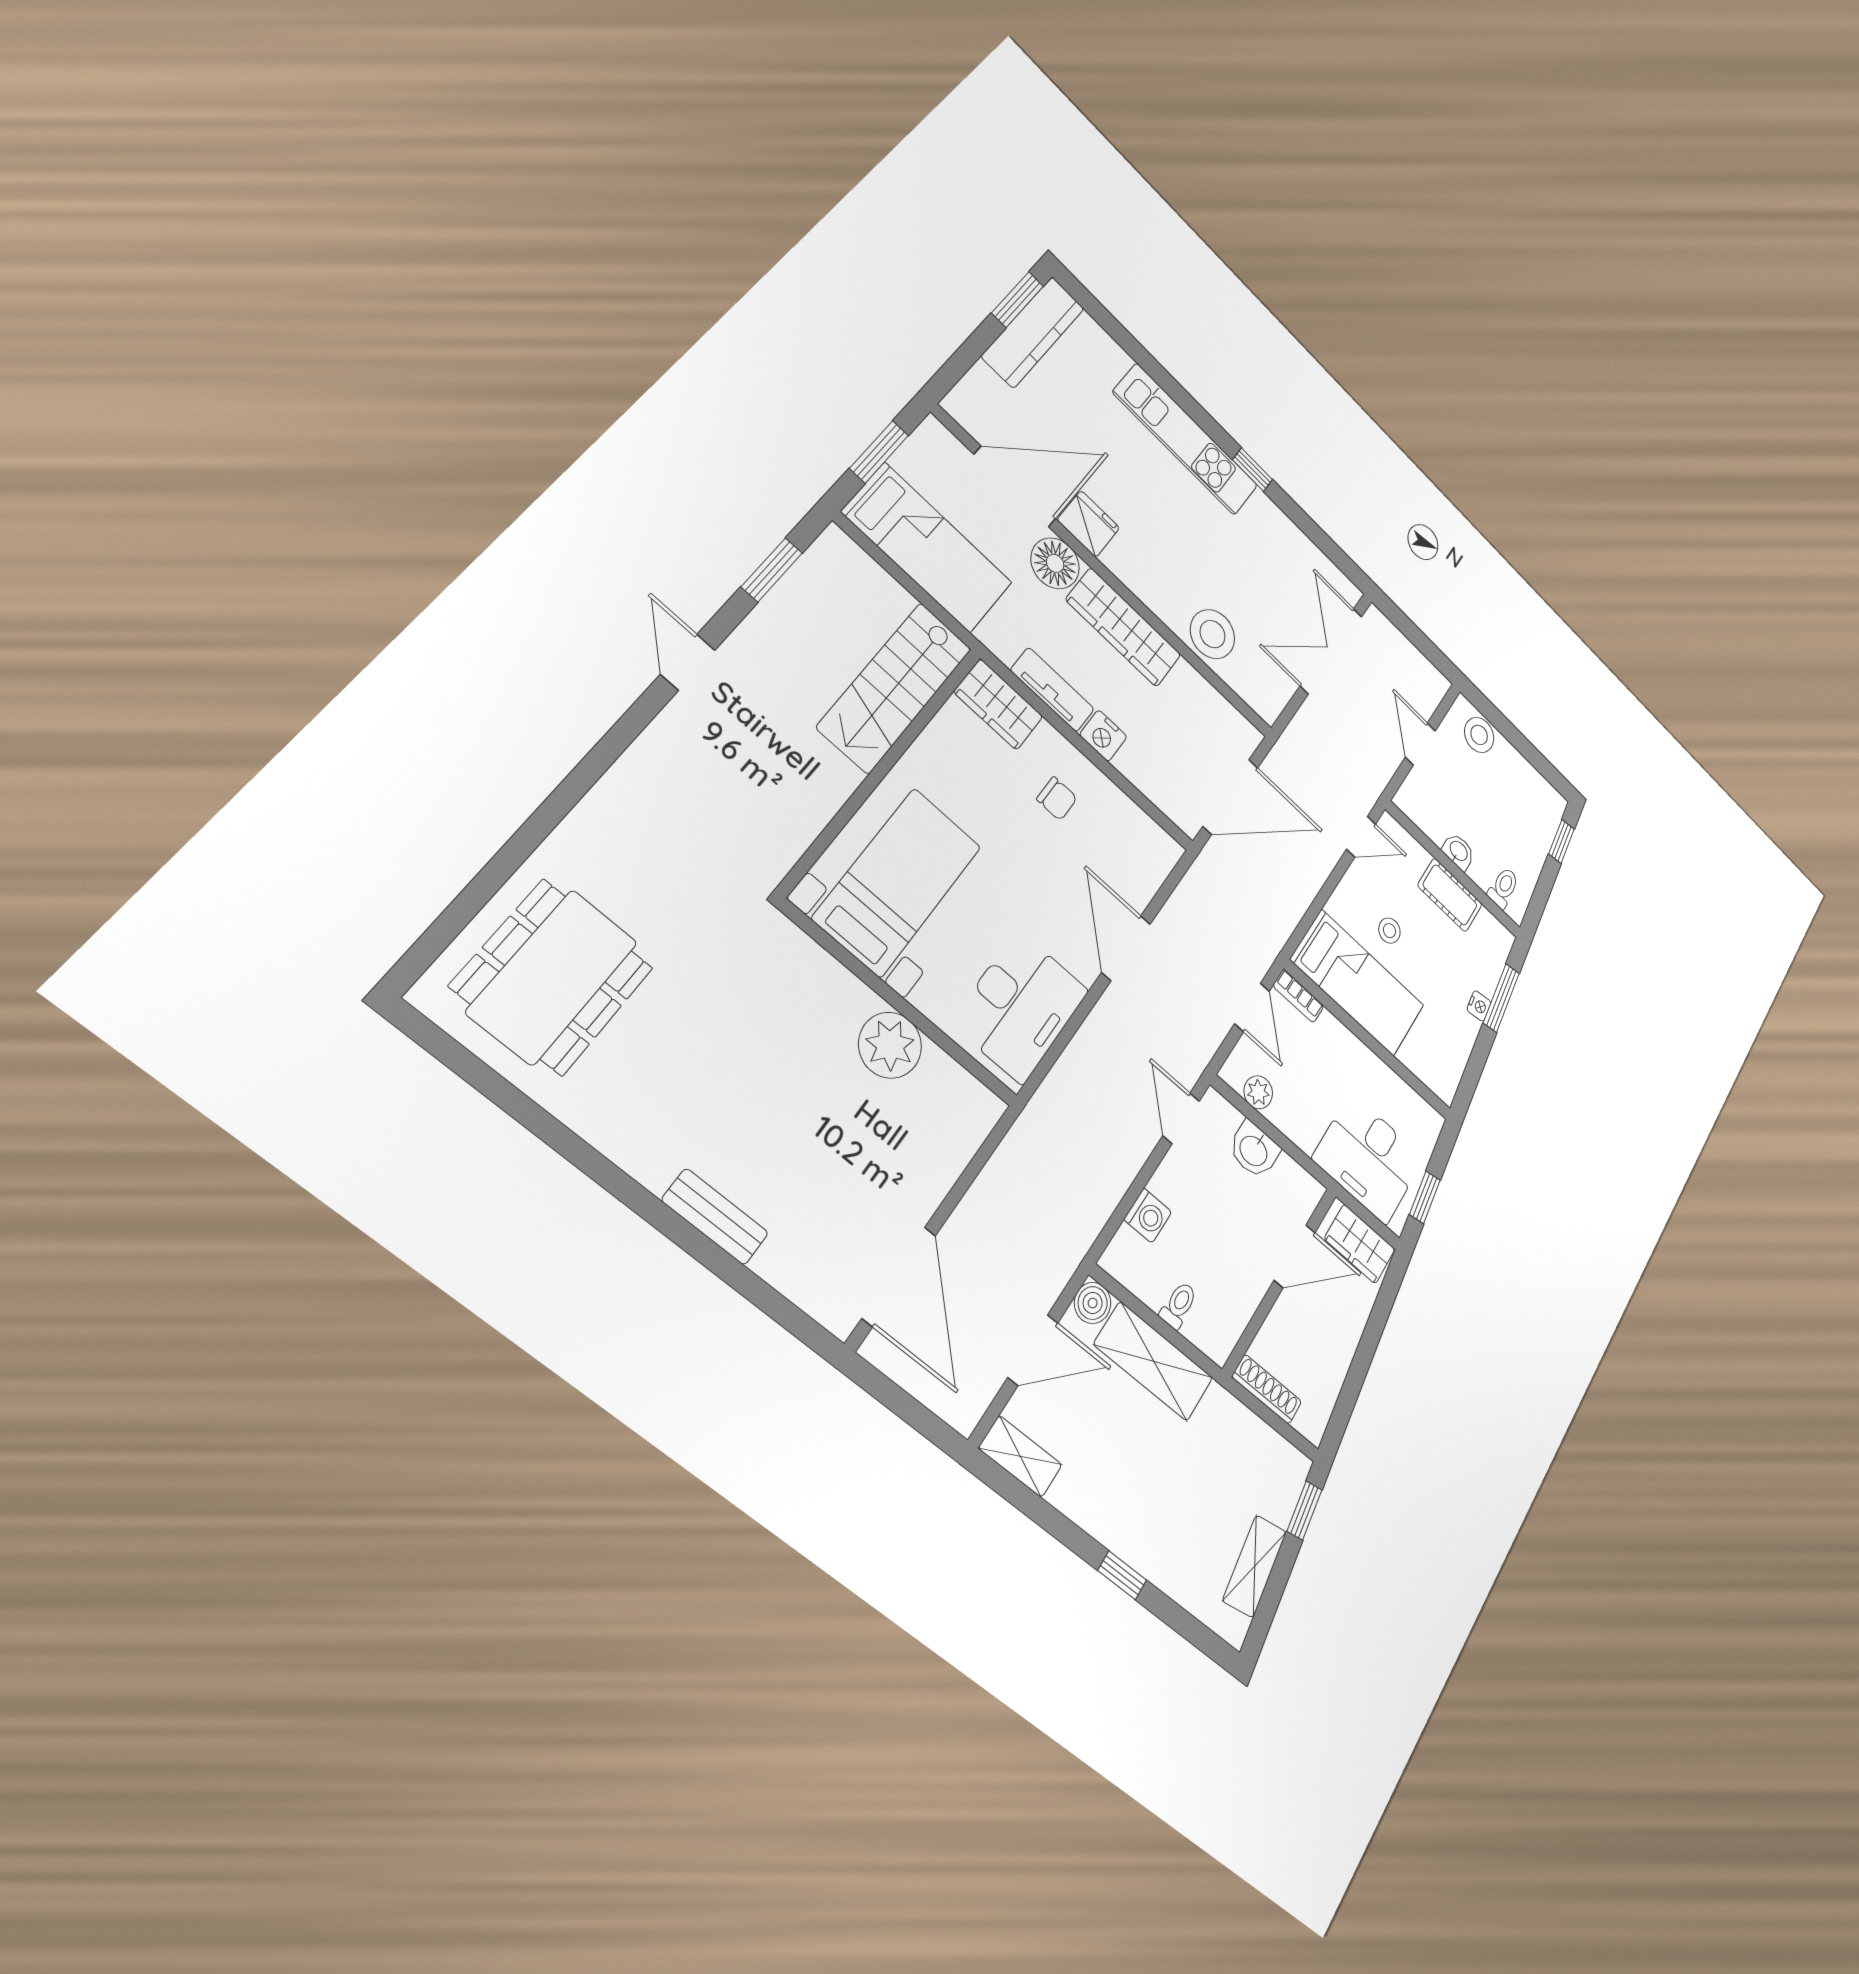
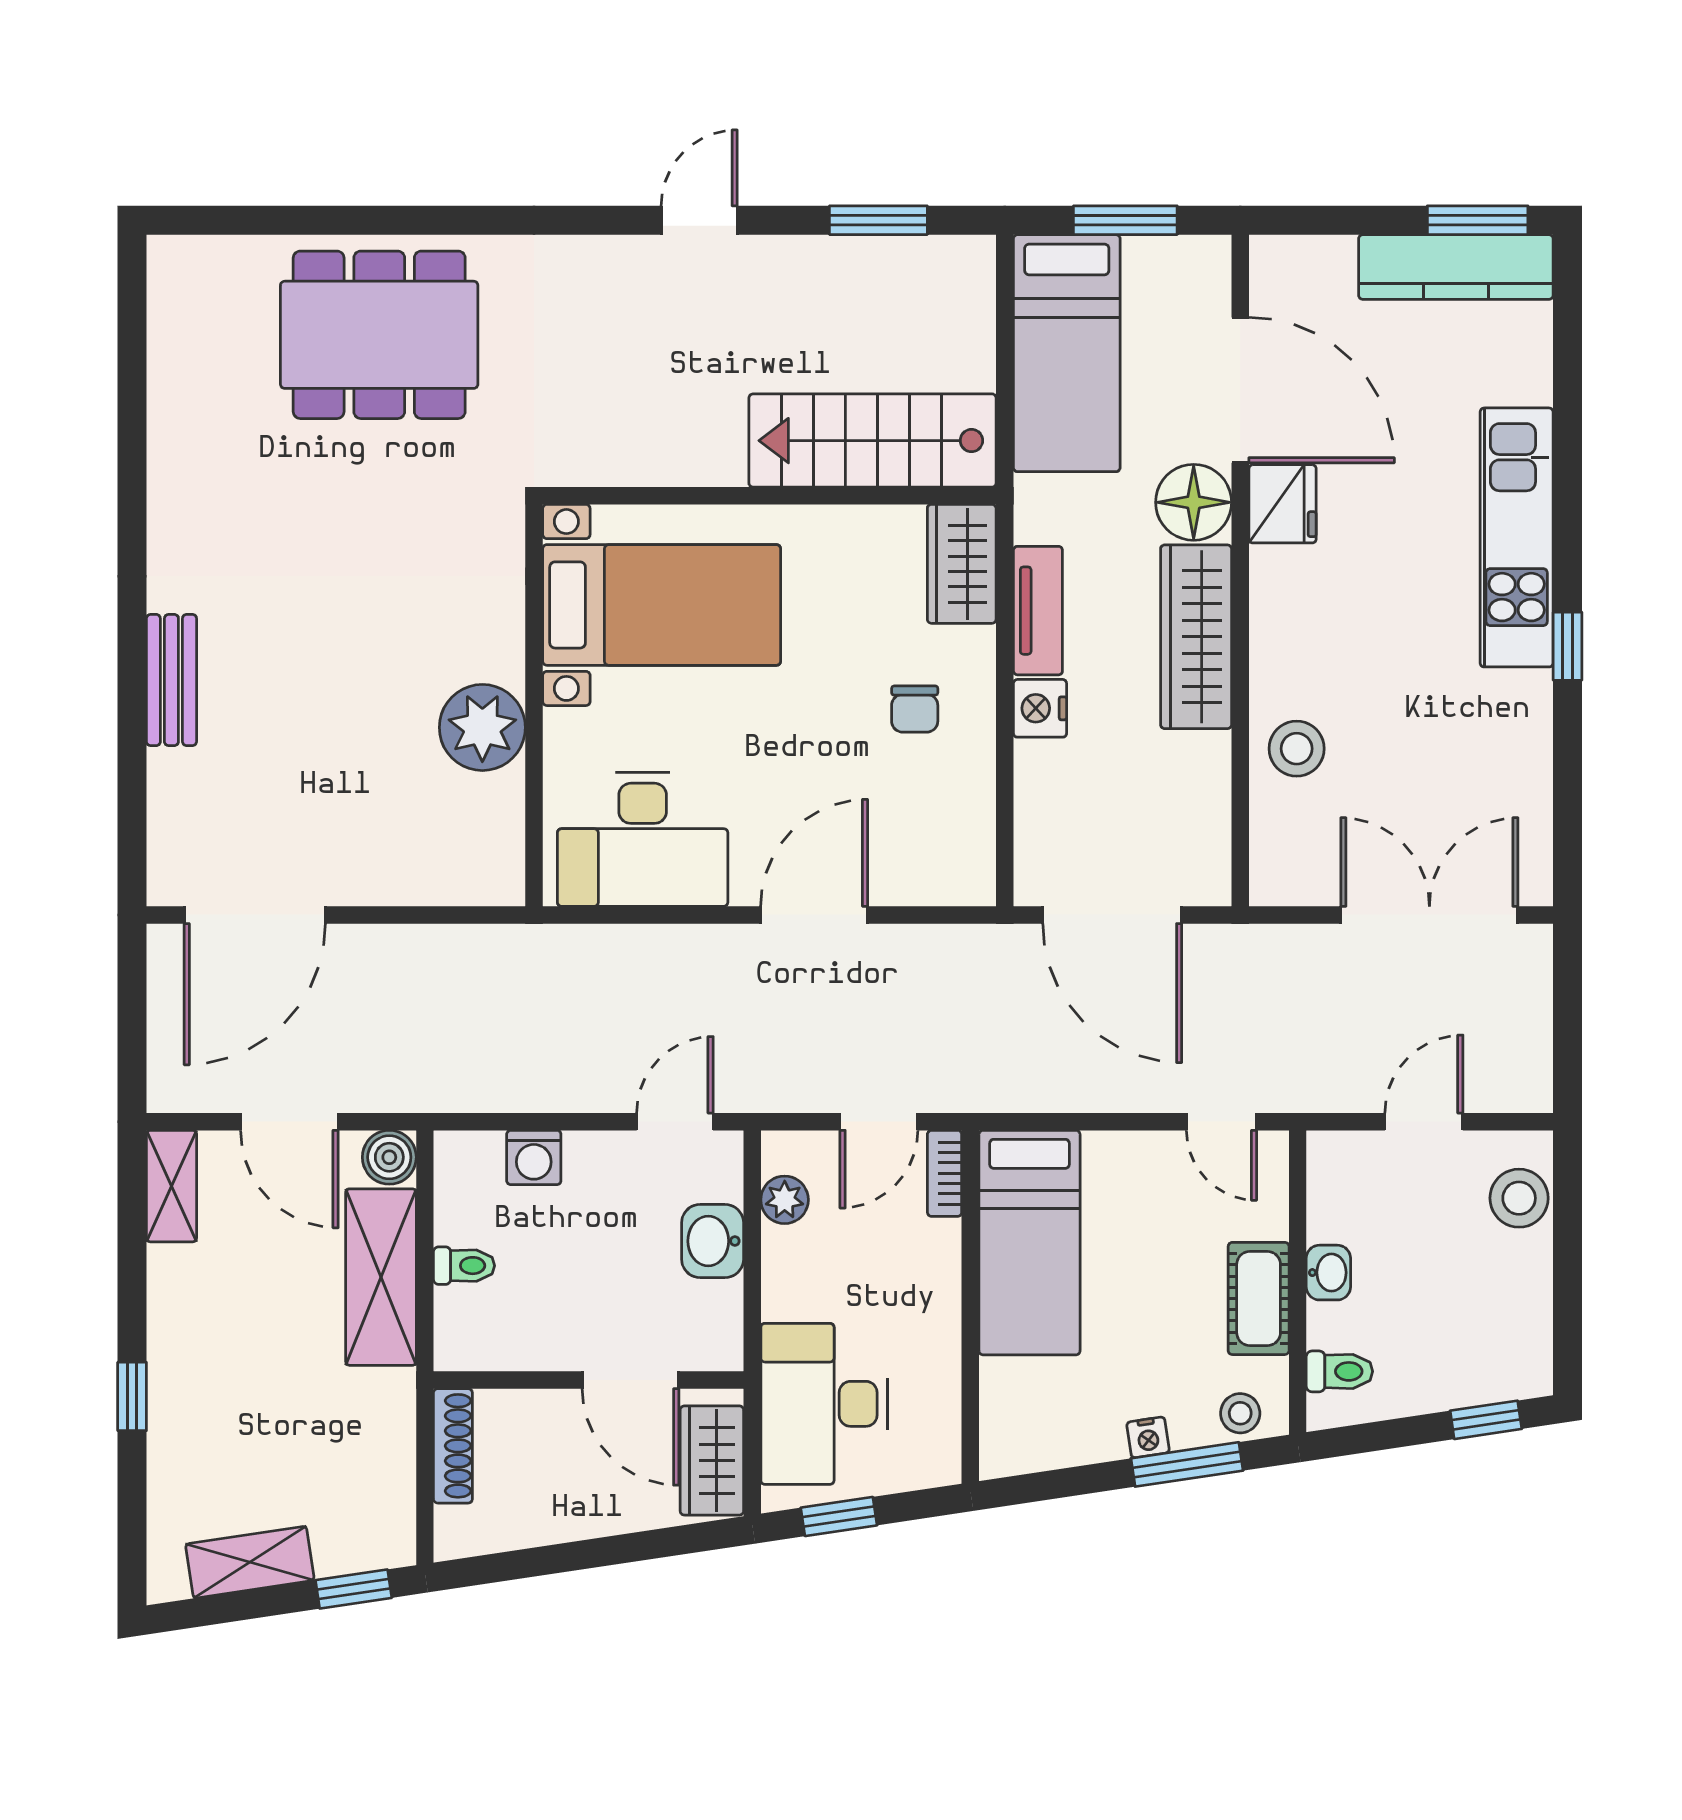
stool: (1212, 634) -> (1297, 749), width x0.73, depth x0.73
stool: (1389, 931) -> (1240, 1413), moved
dining table: (553, 977) -> (379, 335), moved

